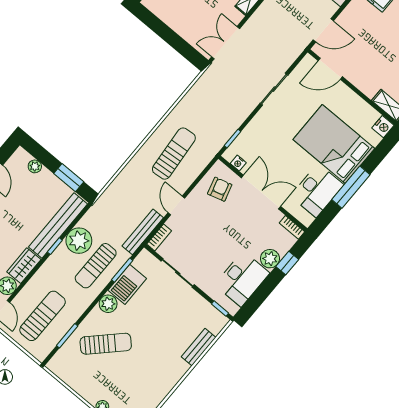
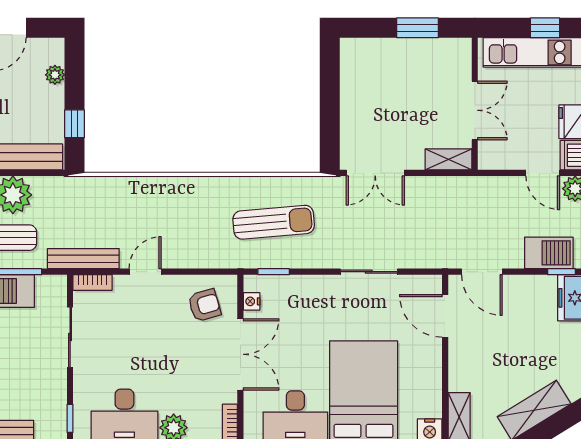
double door: (226, 43) -> (375, 173), swing flipped
sun lounger: (174, 154) -> (274, 222), moved
window: (69, 178) -> (74, 124), width x0.67

